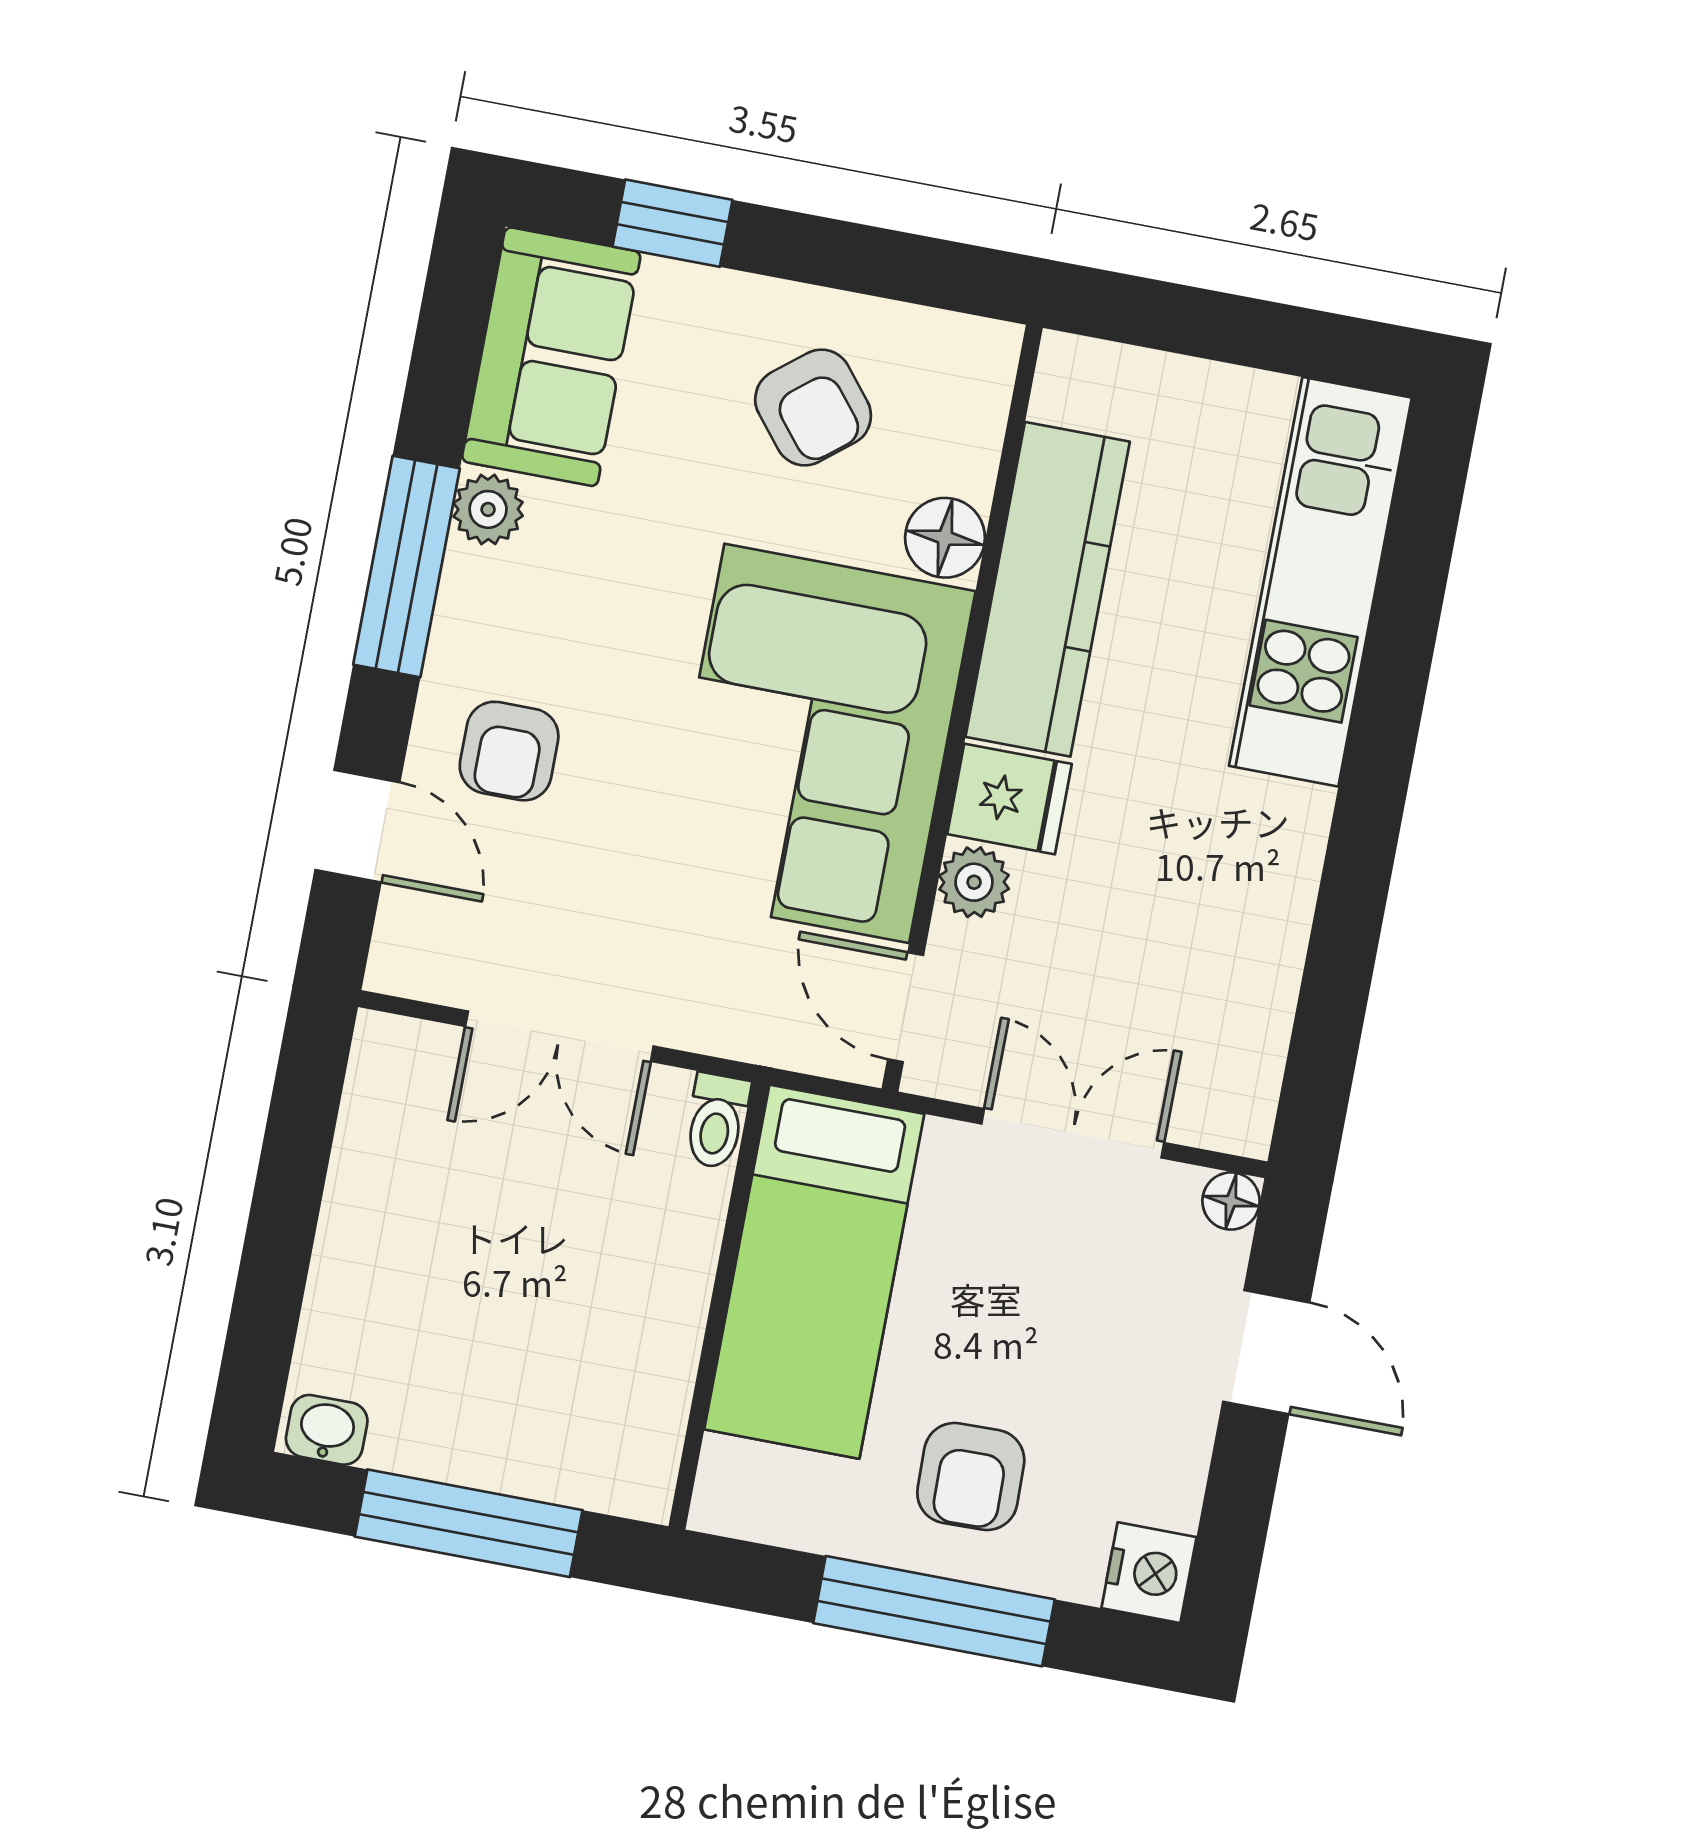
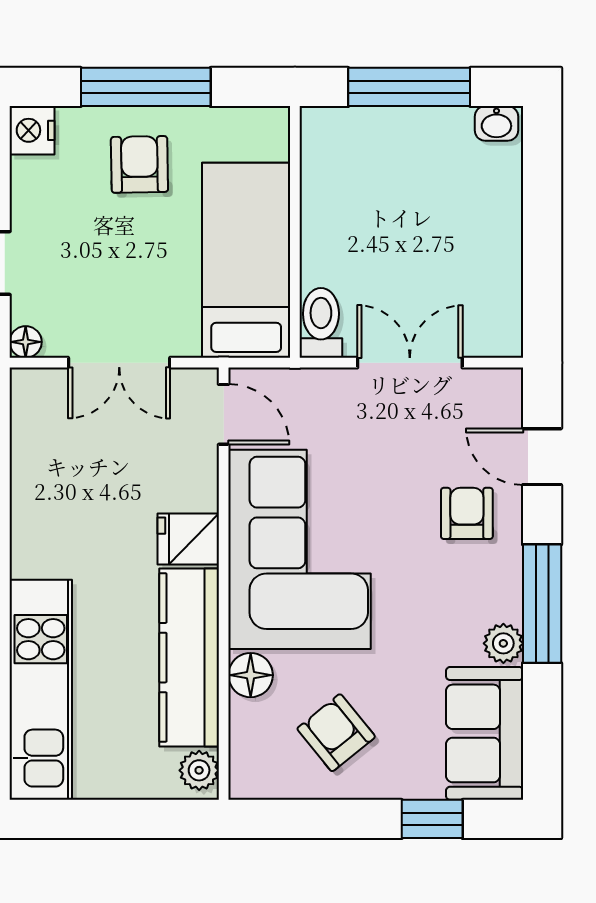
plant: (974, 882) -> (199, 770), moved
toilet: (717, 1121) -> (321, 323), width x1.37, depth x1.39

